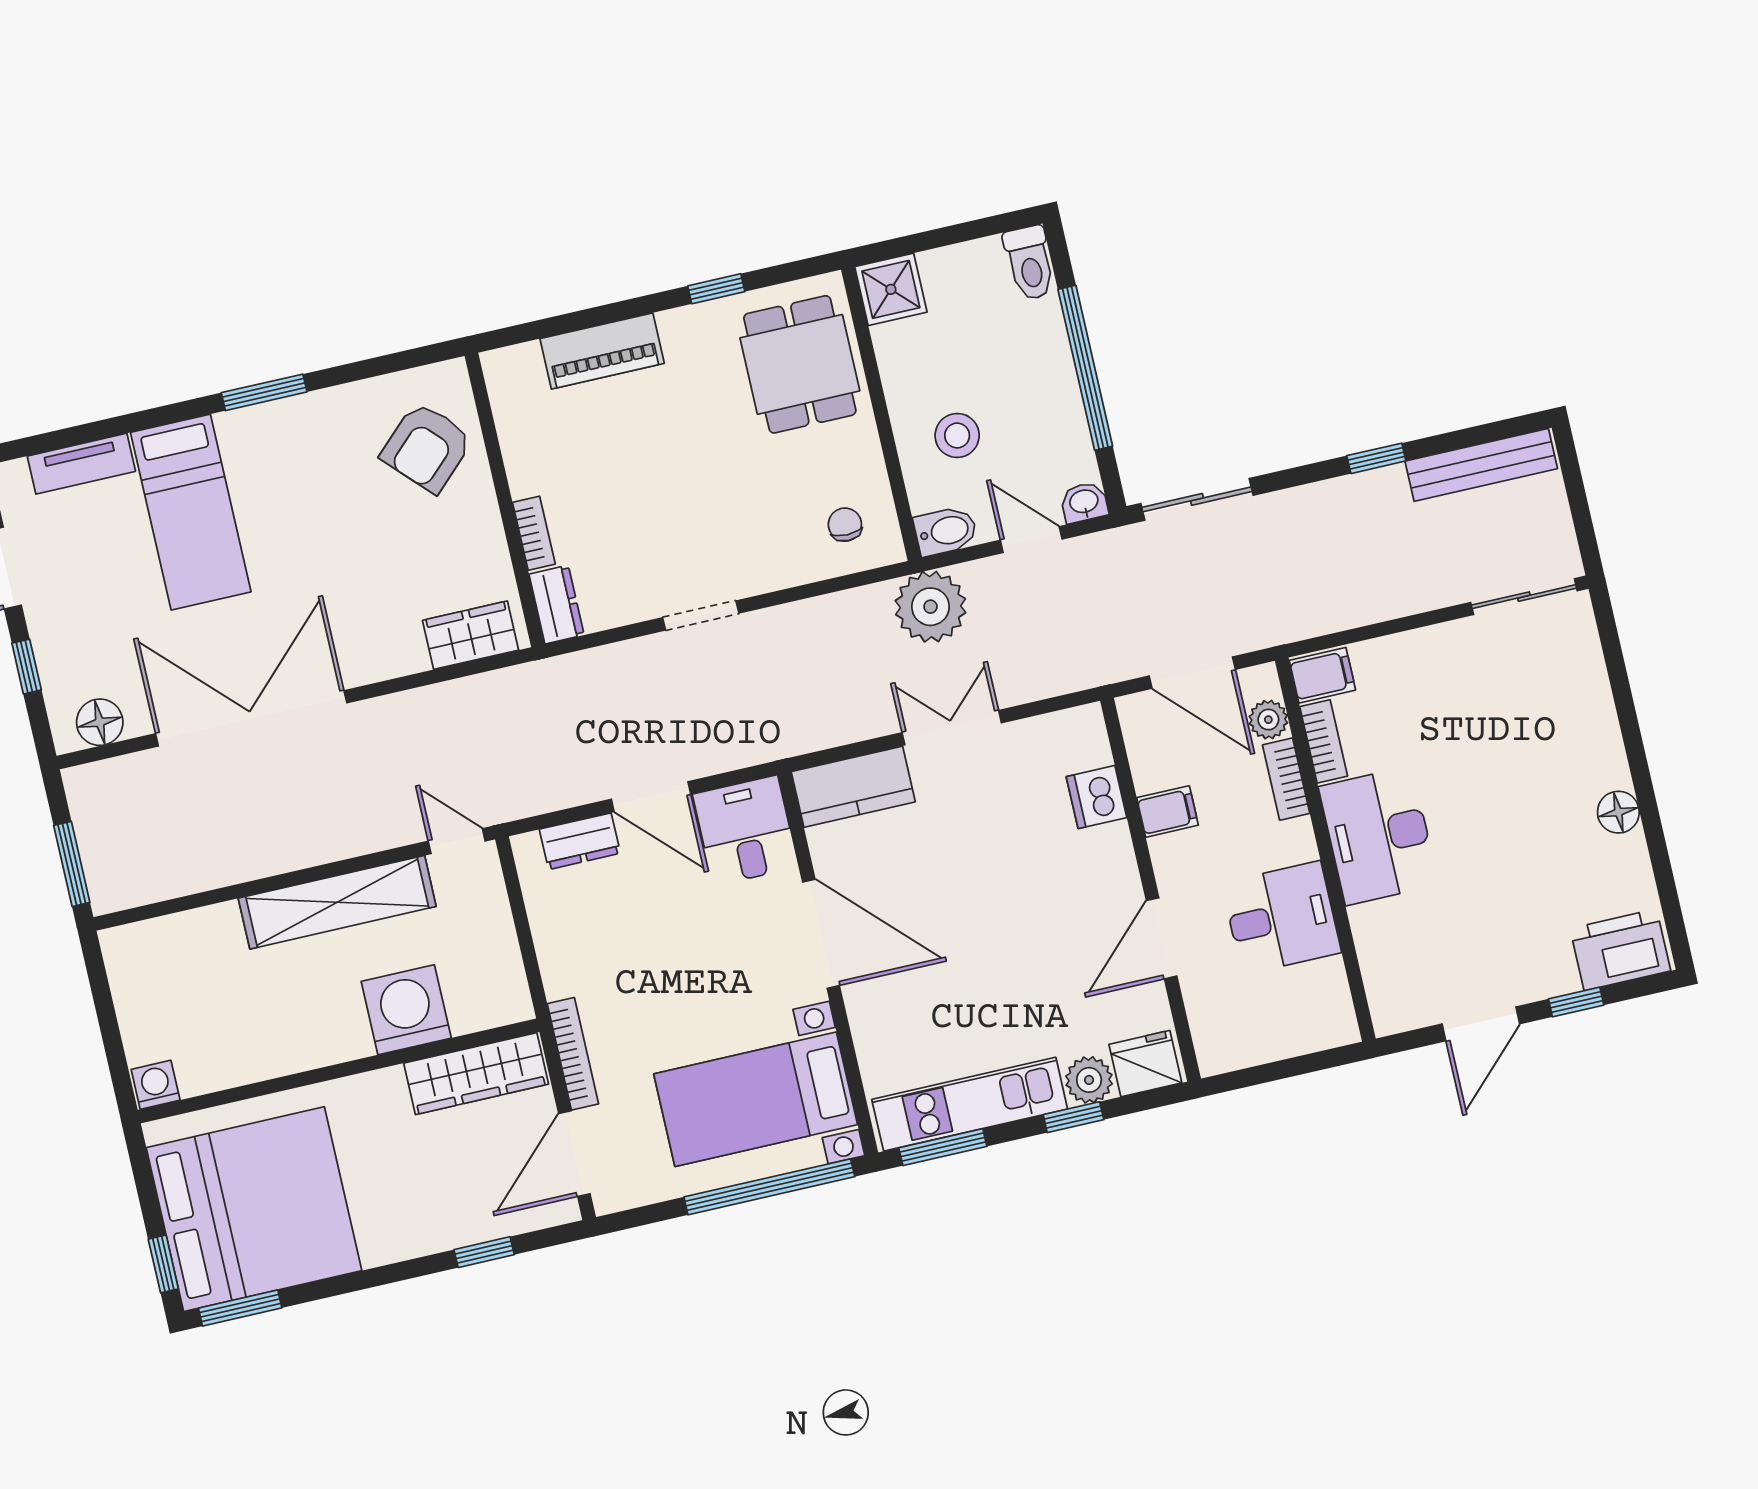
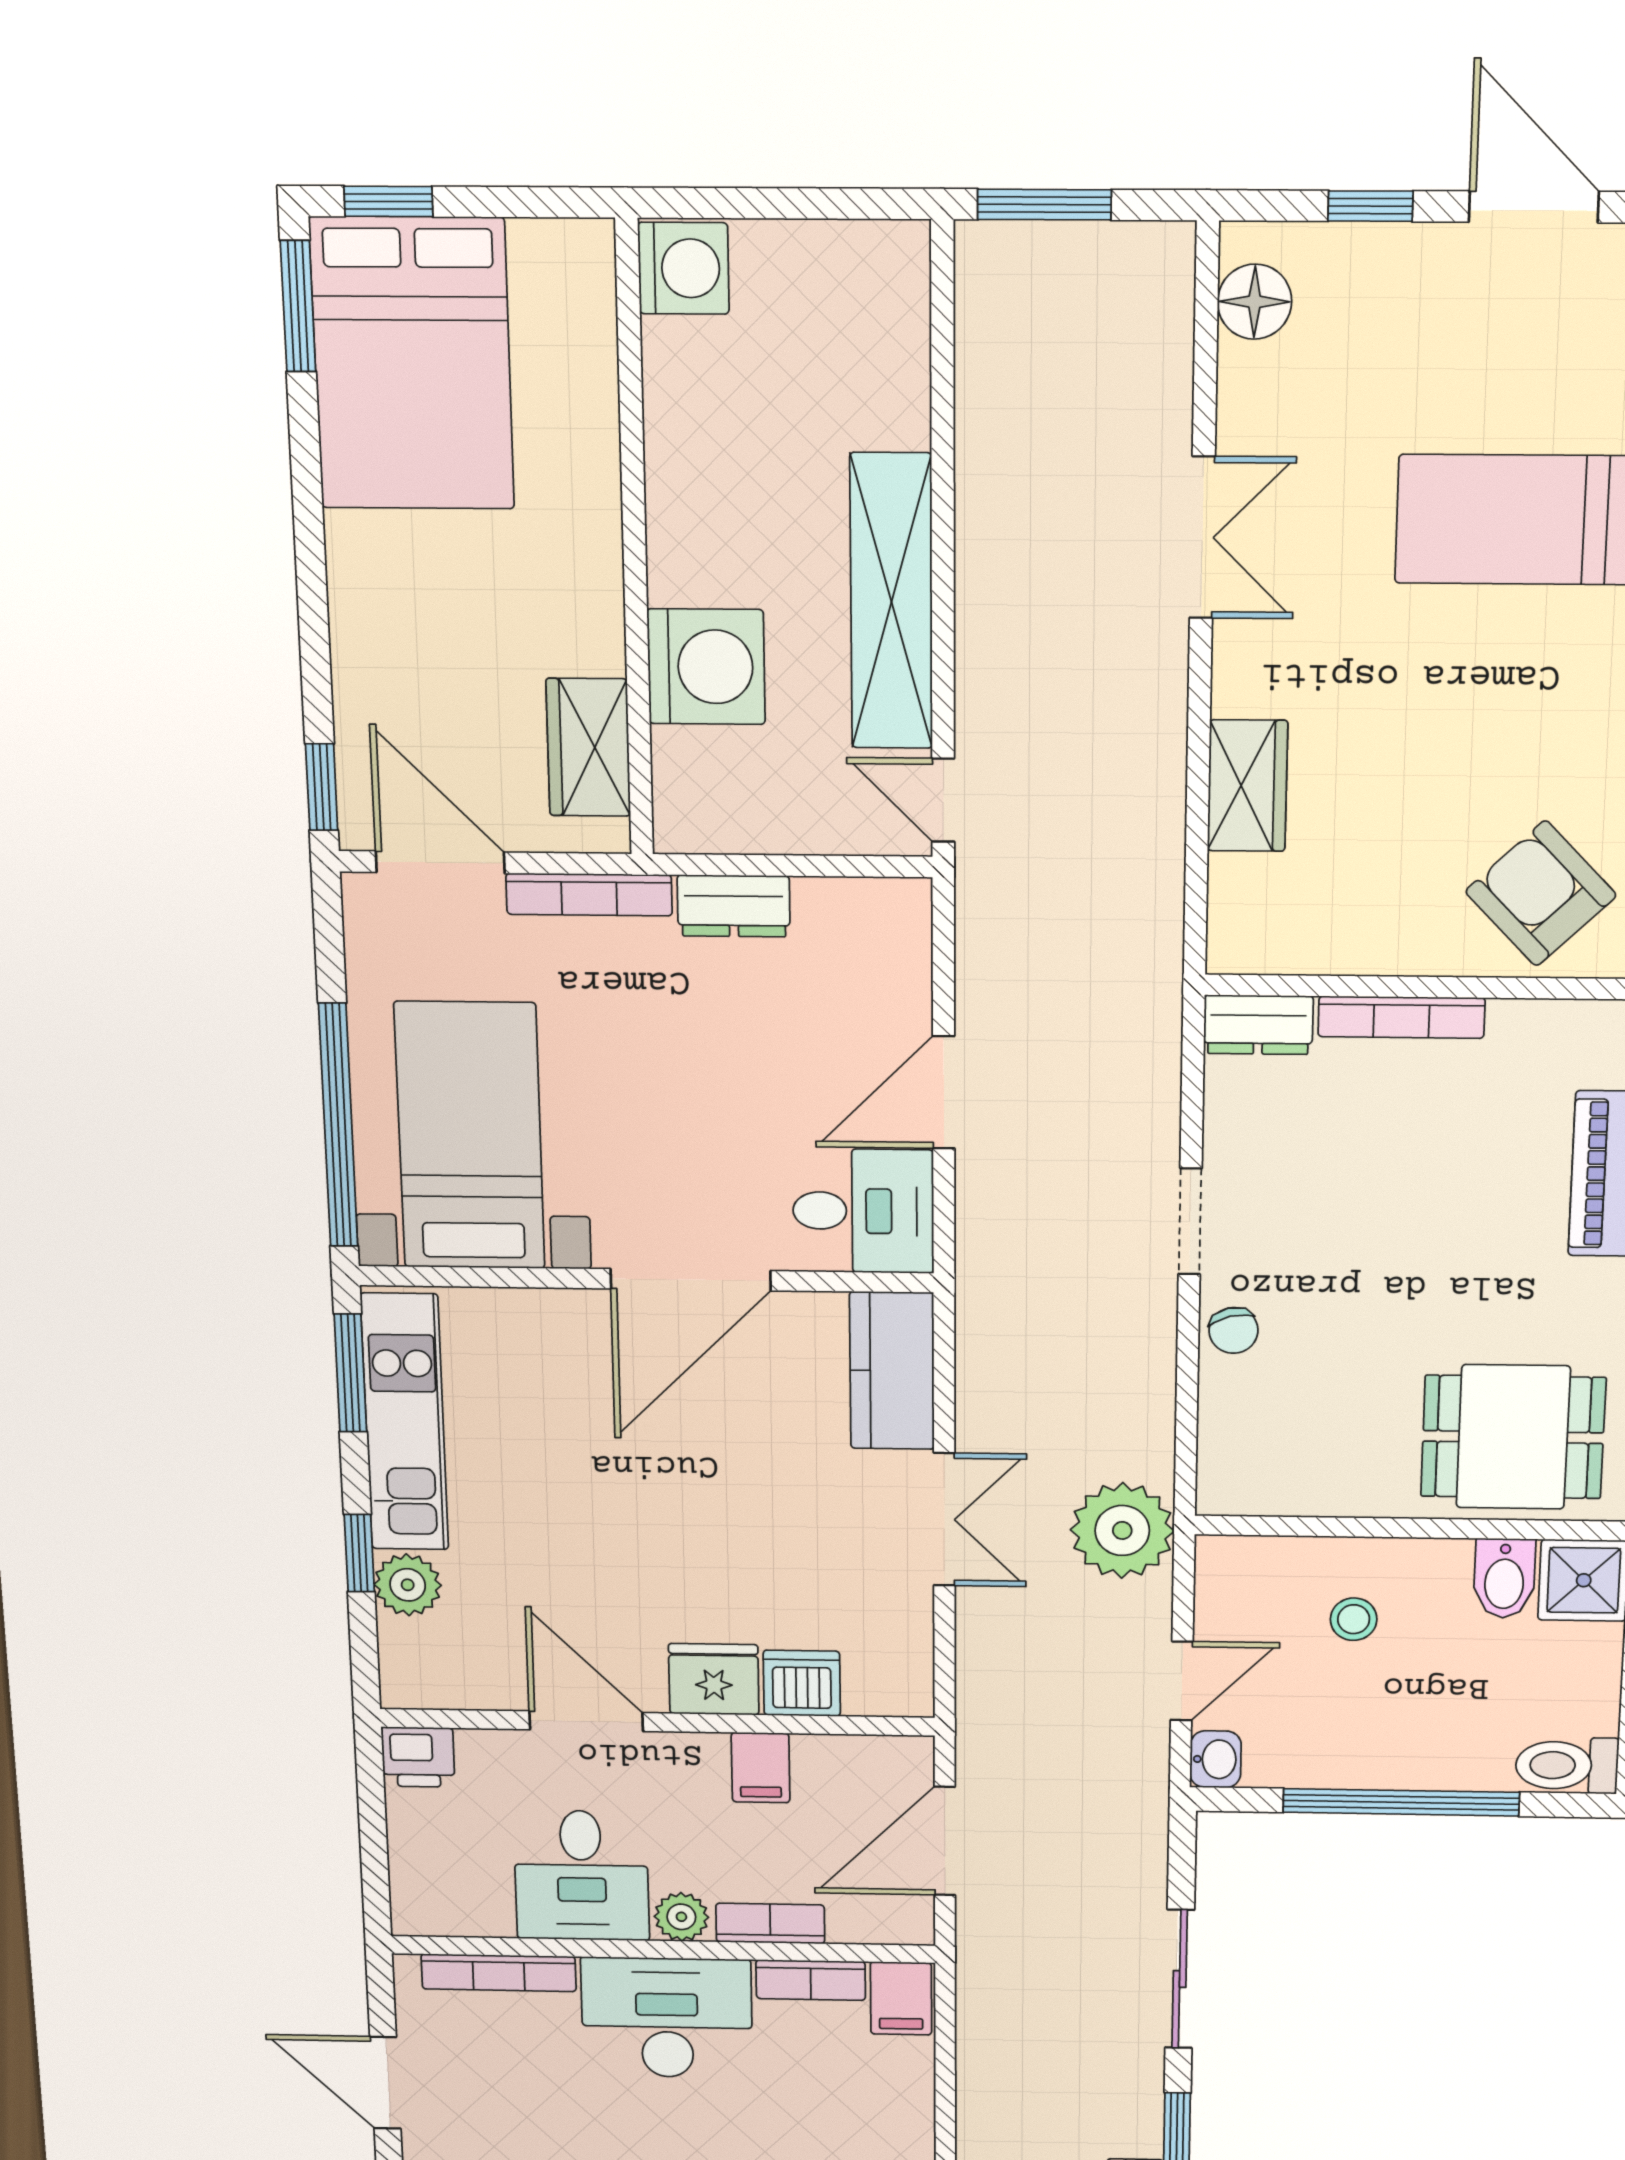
stool: (957, 435) -> (1354, 1619), width x0.73, depth x0.73
sliding door: (1197, 499) -> (1180, 1979), moved
chair: (845, 525) -> (1234, 1330), moved, turned 76
bidet: (946, 531) -> (1504, 1578), moved
bookcase: (534, 533) -> (1401, 1017), width x1.56
wardrobe: (470, 635) -> (1247, 786), moved
double door: (251, 718) -> (1202, 538), width x0.54
plant: (1268, 720) -> (681, 1917), moved
door: (457, 841) -> (943, 800), swing flipped
dresser: (580, 841) -> (734, 906), moved, turned -90
bookcase: (1372, 961) -> (499, 1973), added
printer: (1218, 1049) -> (418, 1757), added
fridge: (1145, 1064) -> (714, 1679), moved, turned -90
wardrobe: (476, 1074) -> (588, 747), width x0.67
washing machine: (156, 1085) -> (683, 268), width x1.38, depth x1.38
bed: (254, 1209) -> (412, 364), width x0.73
window: (484, 1252) -> (322, 787), moved

